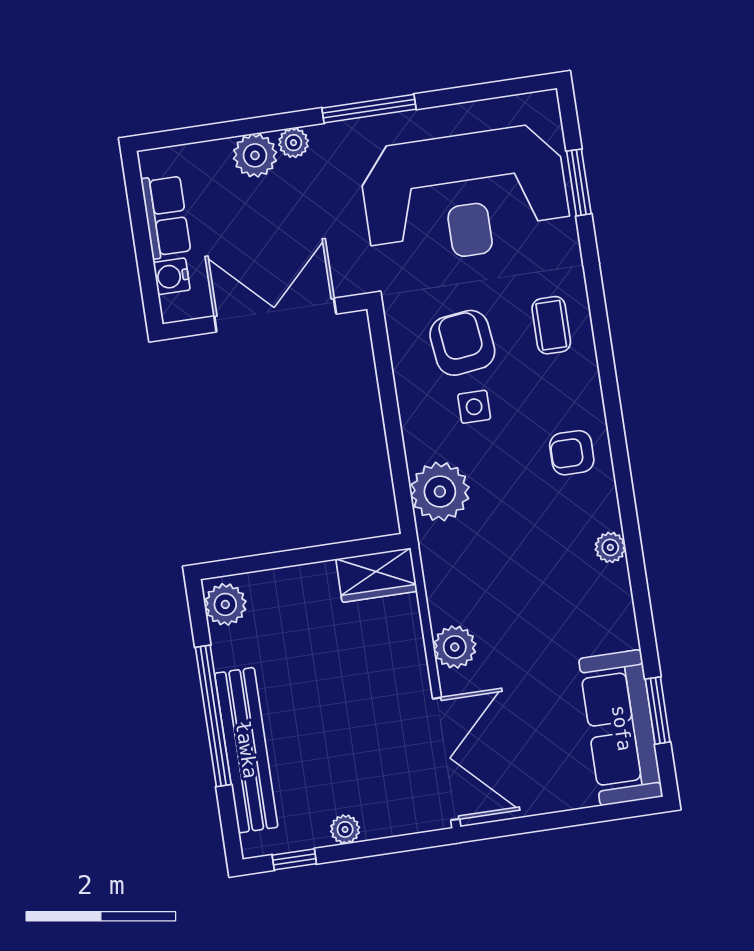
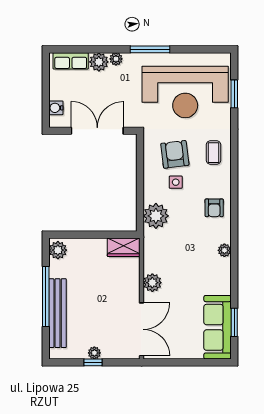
row of seats: (166, 216) -> (71, 61), moved, turned 90
armchair: (572, 453) -> (214, 208), turned -90
window: (294, 859) -> (93, 362), moved

